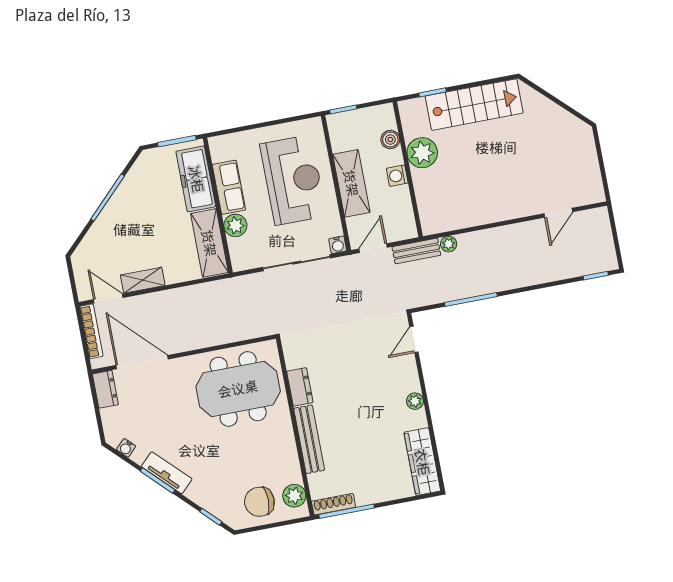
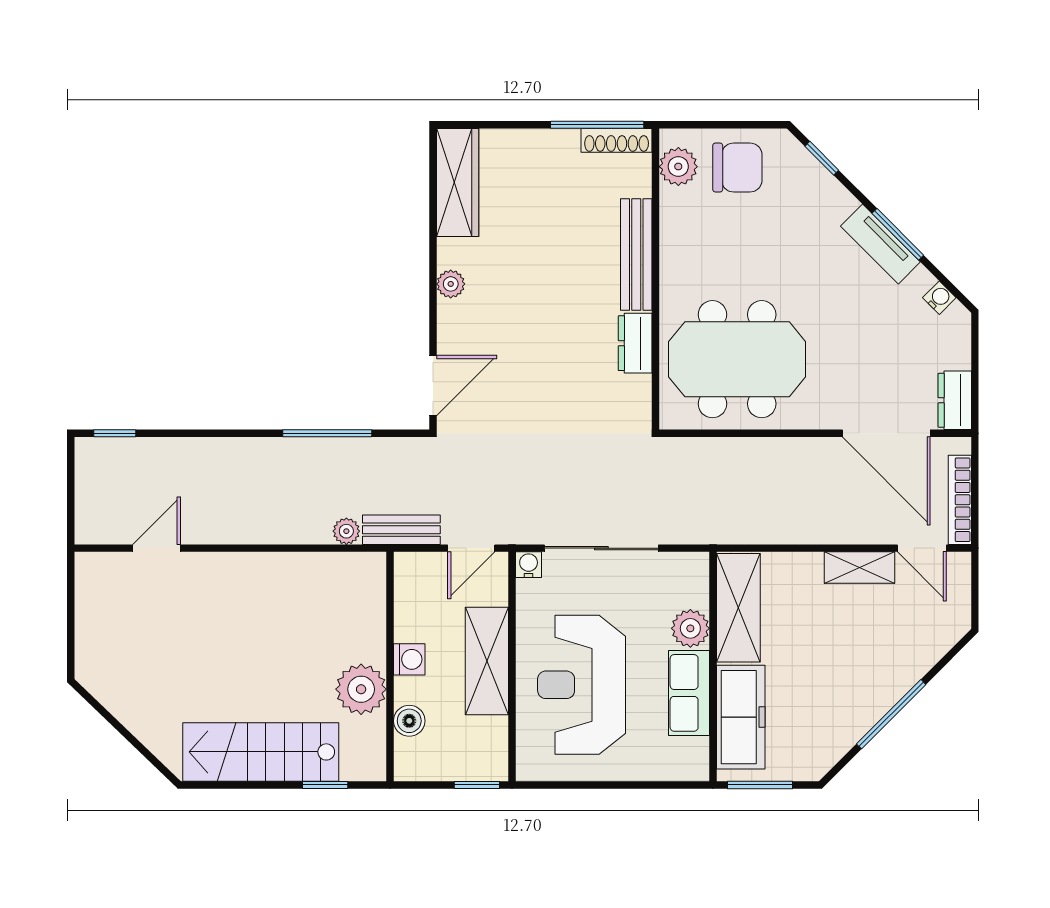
door: (414, 339) -> (433, 385), width x1.38

